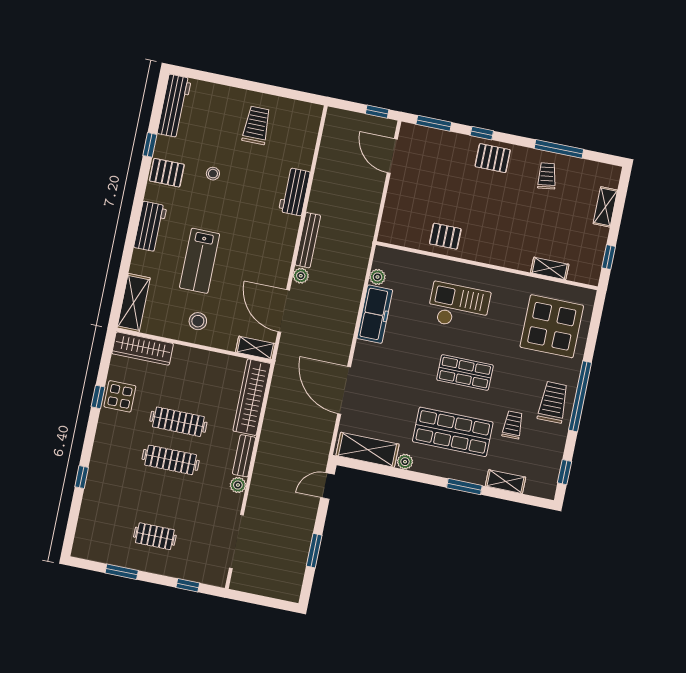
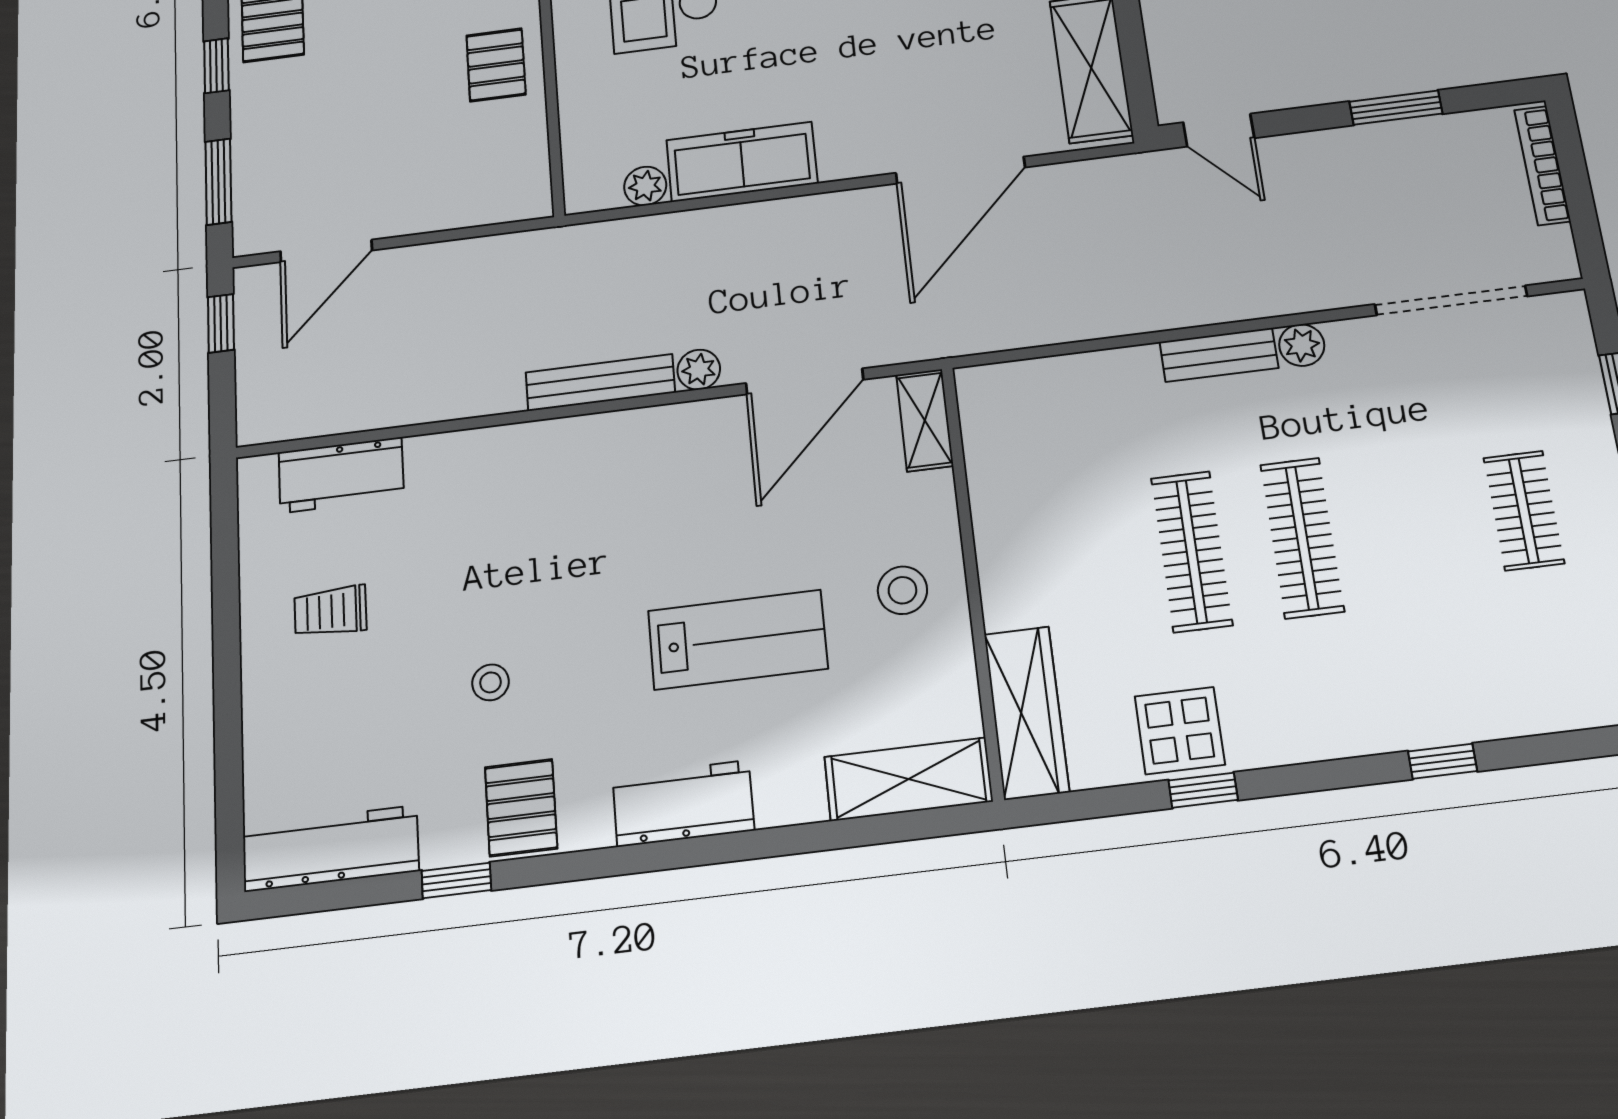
trolley: (256, 125) -> (330, 611), width x0.73, depth x0.72
workbench: (294, 192) -> (341, 475), moved
wardrobe: (252, 397) -> (1058, 386), removed
bookcase: (275, 592) -> (1542, 165), added

